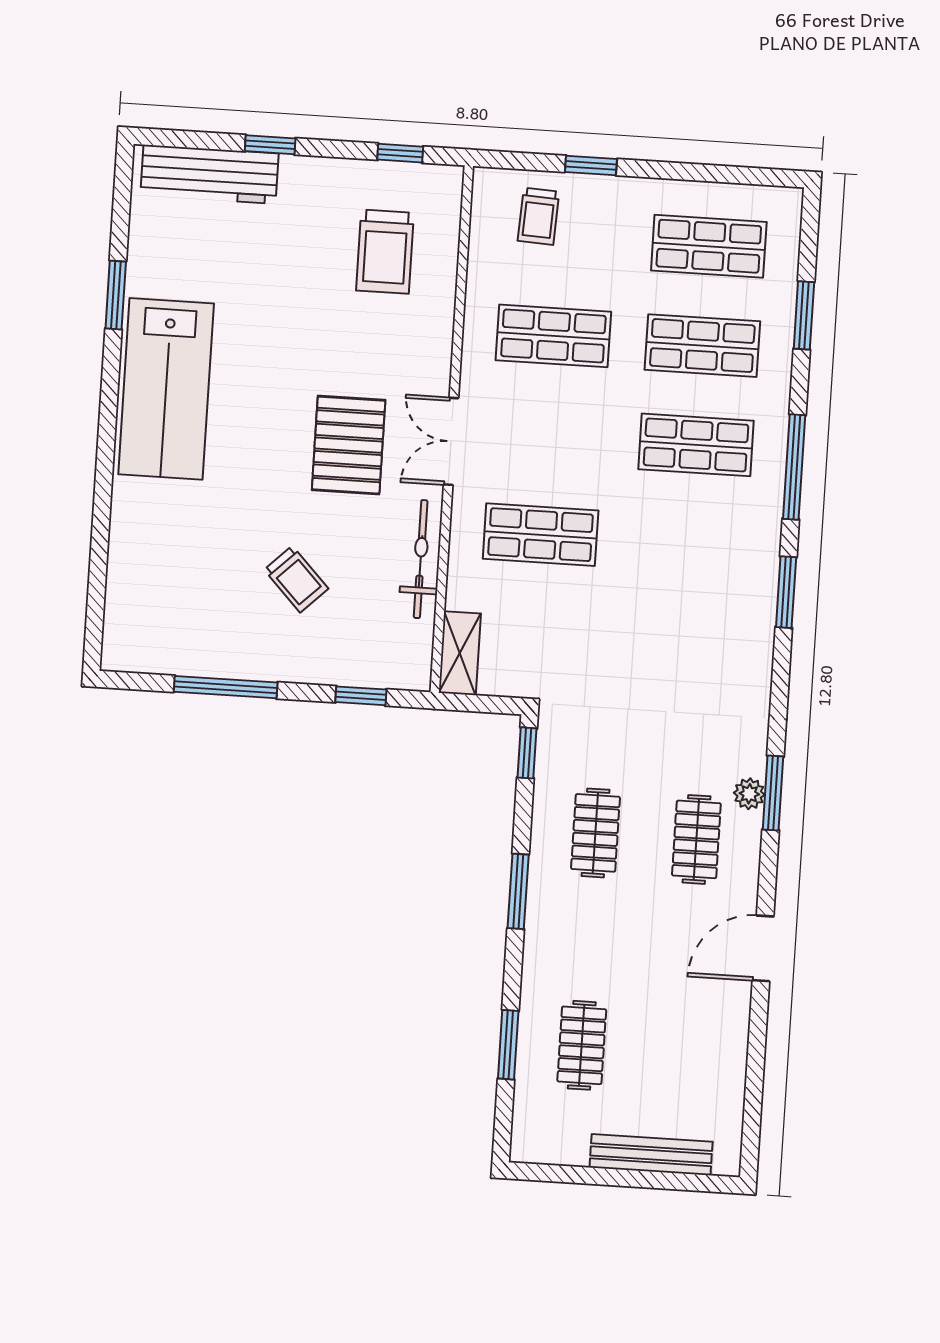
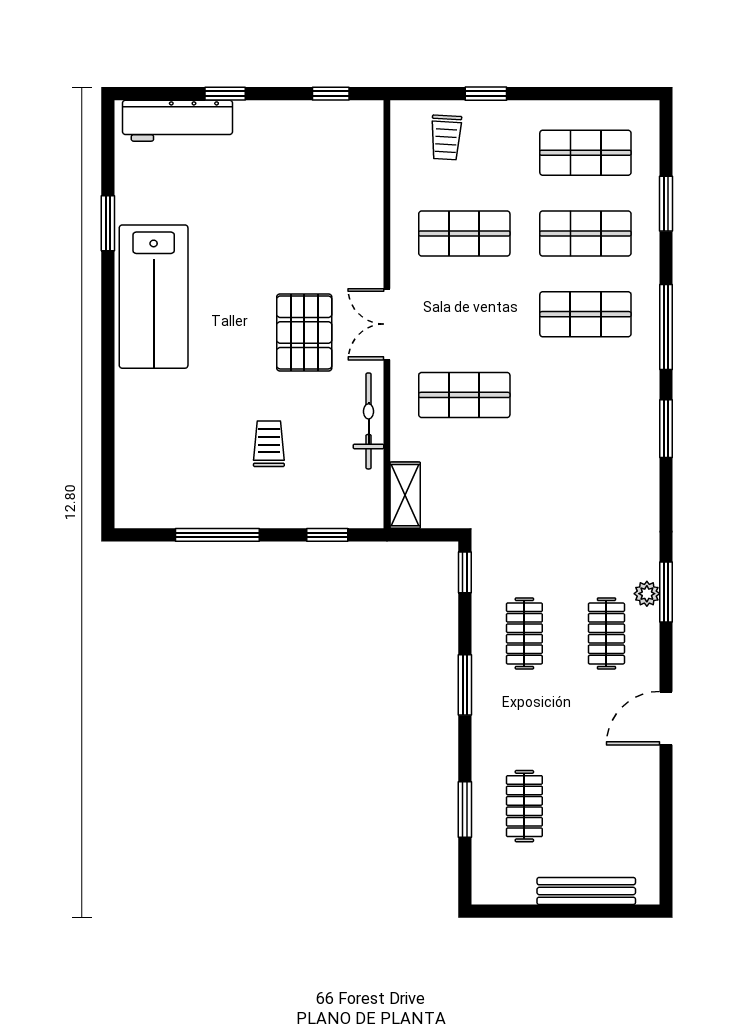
trolley: (385, 252) -> (324, 174), removed
trolley: (296, 579) -> (269, 444), turned -136

